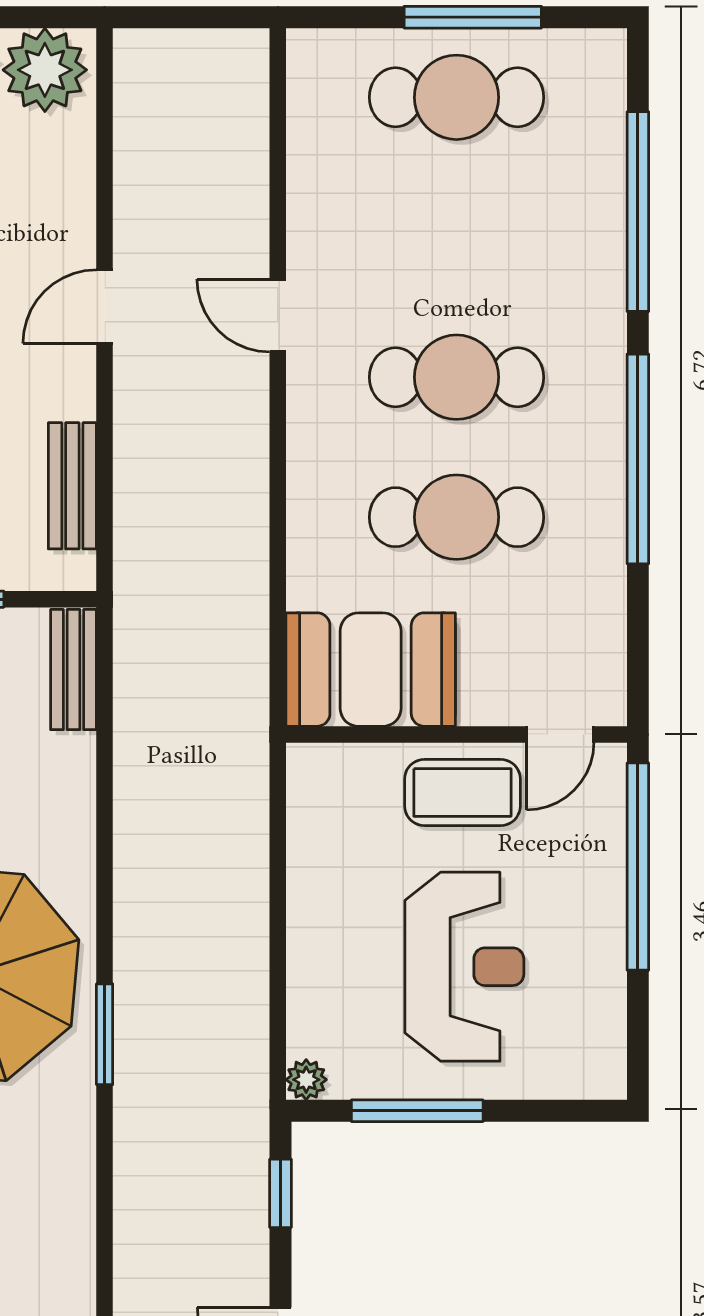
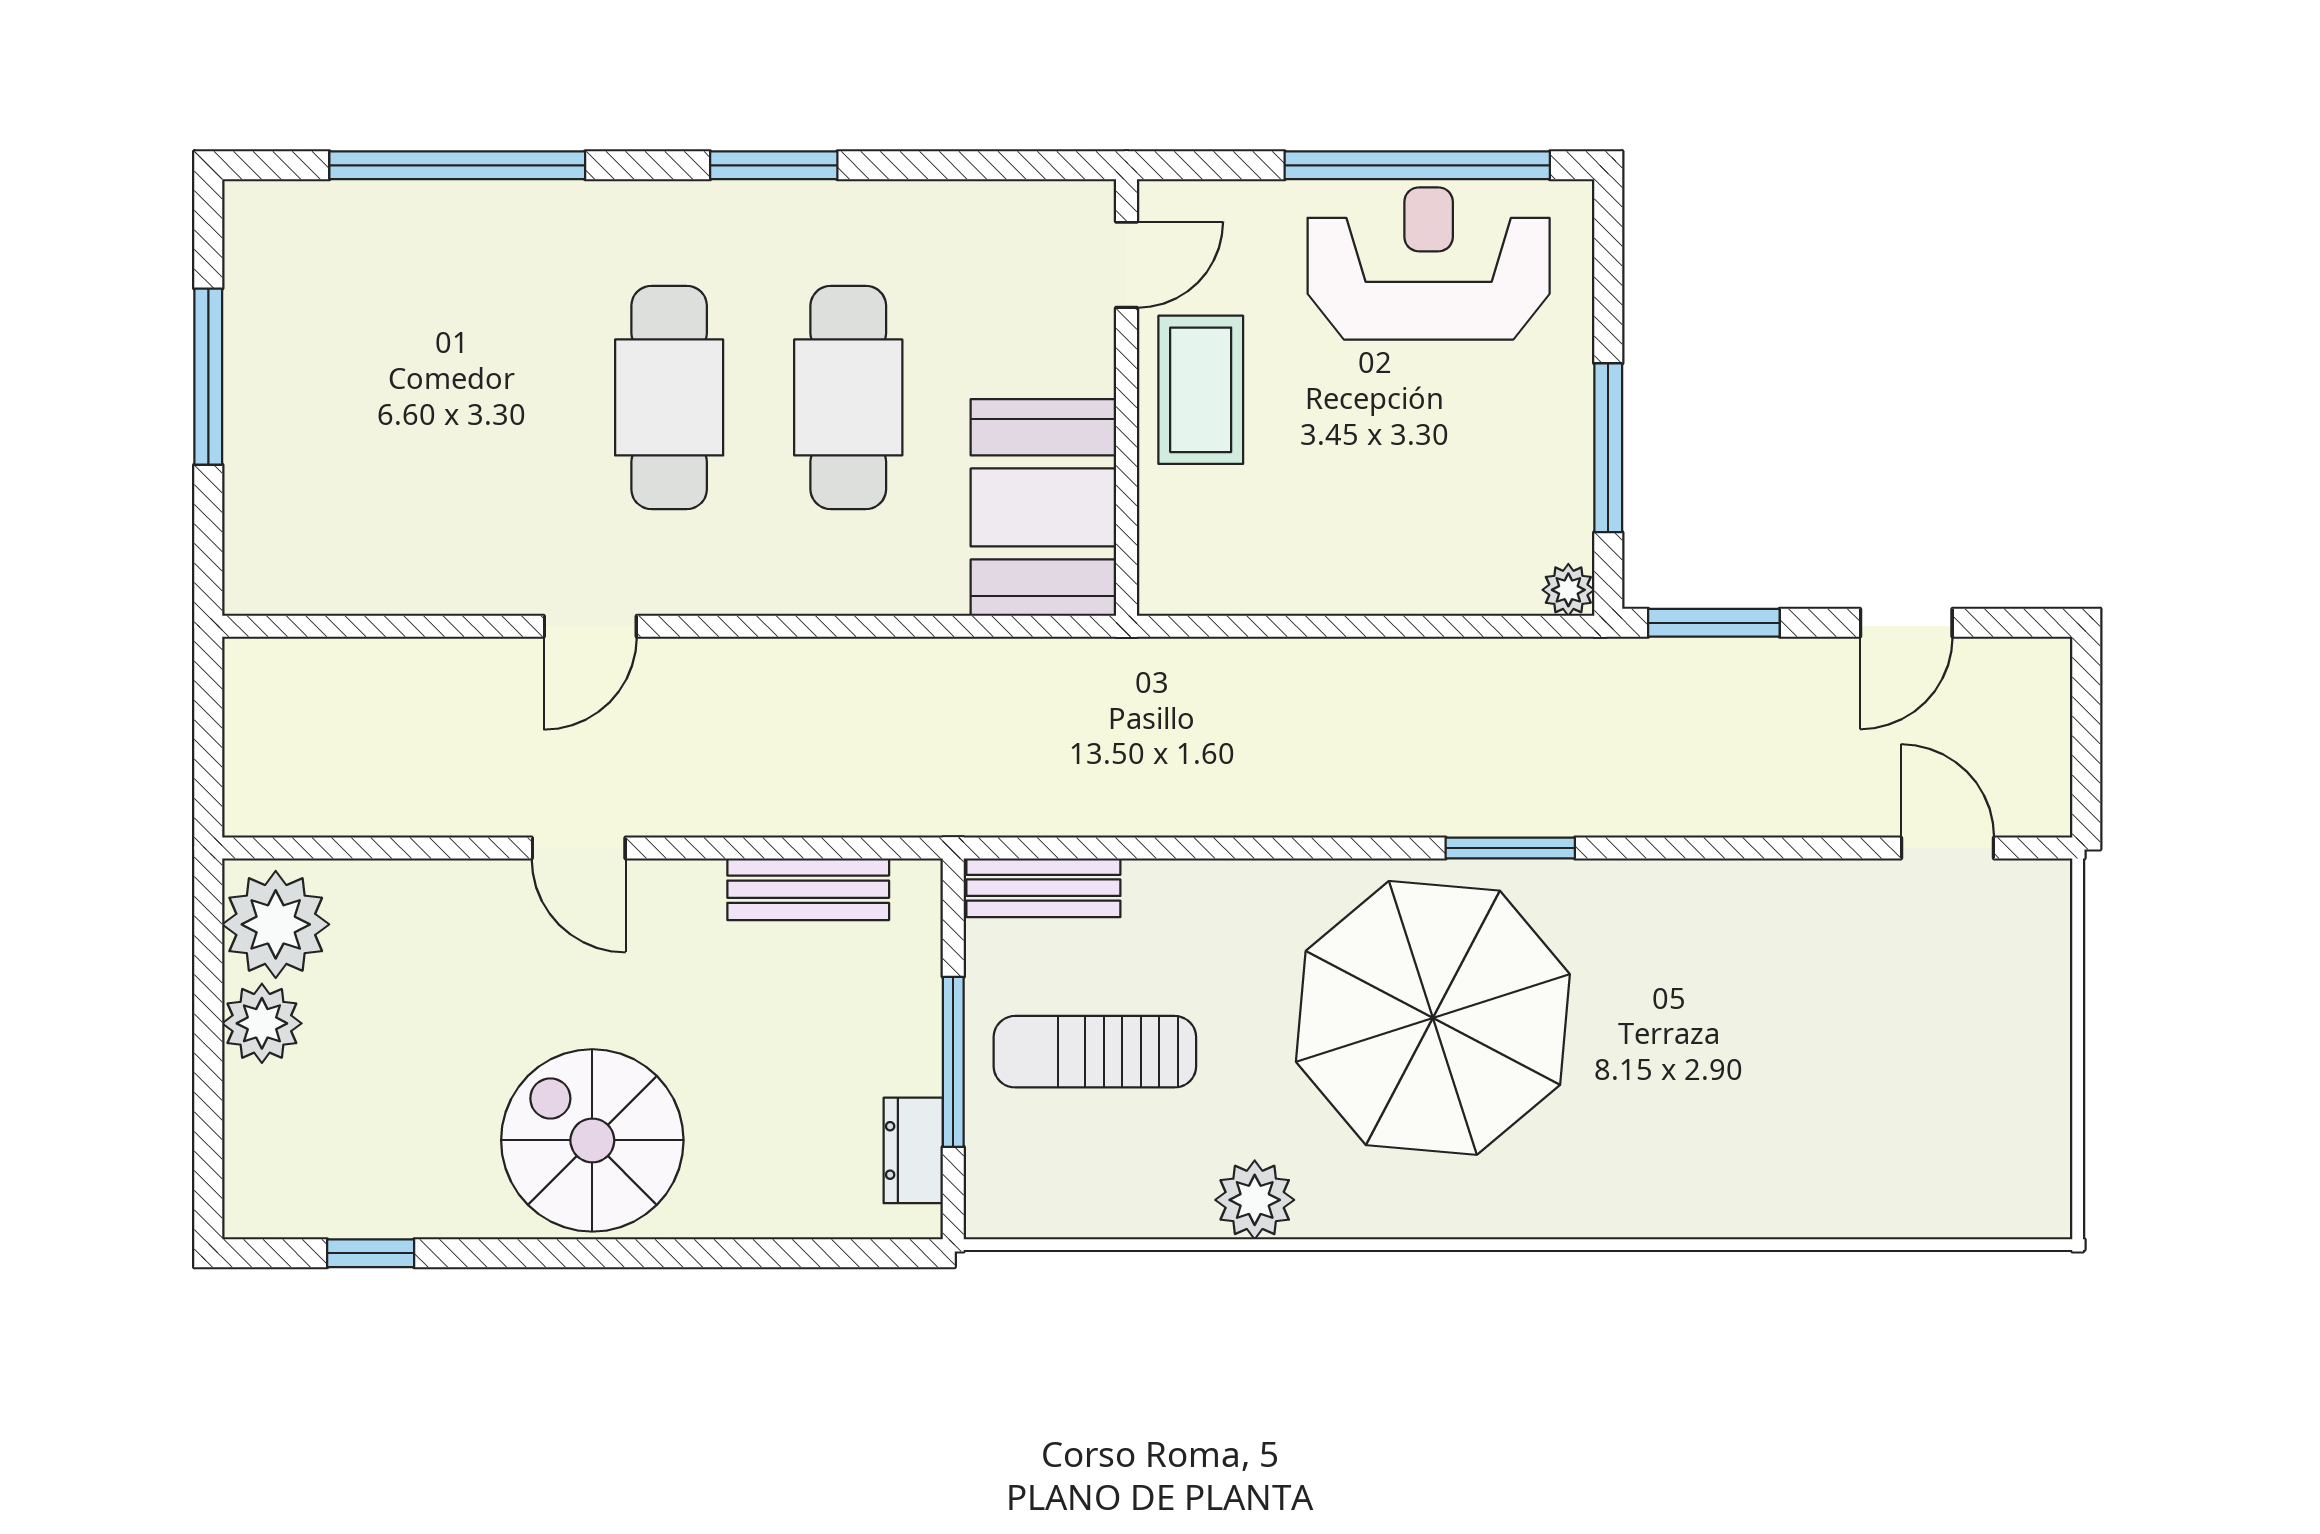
cafe table: (456, 97) -> (311, 397), removed
window: (638, 459) -> (774, 165), width x0.47
door: (560, 734) -> (1127, 265), hinge flipped
window: (638, 867) -> (1417, 165), moved
reception desk: (464, 967) -> (1429, 263), moved
window: (281, 1193) -> (1714, 623), width x1.50

